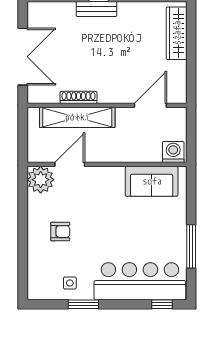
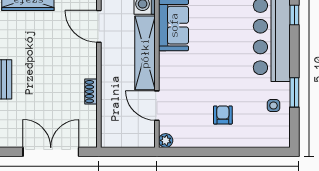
shoe rack: (79, 97) -> (91, 92), width x0.70
shelving: (77, 117) -> (145, 53), moved
plant: (41, 180) -> (166, 140), width x0.53, depth x0.53

